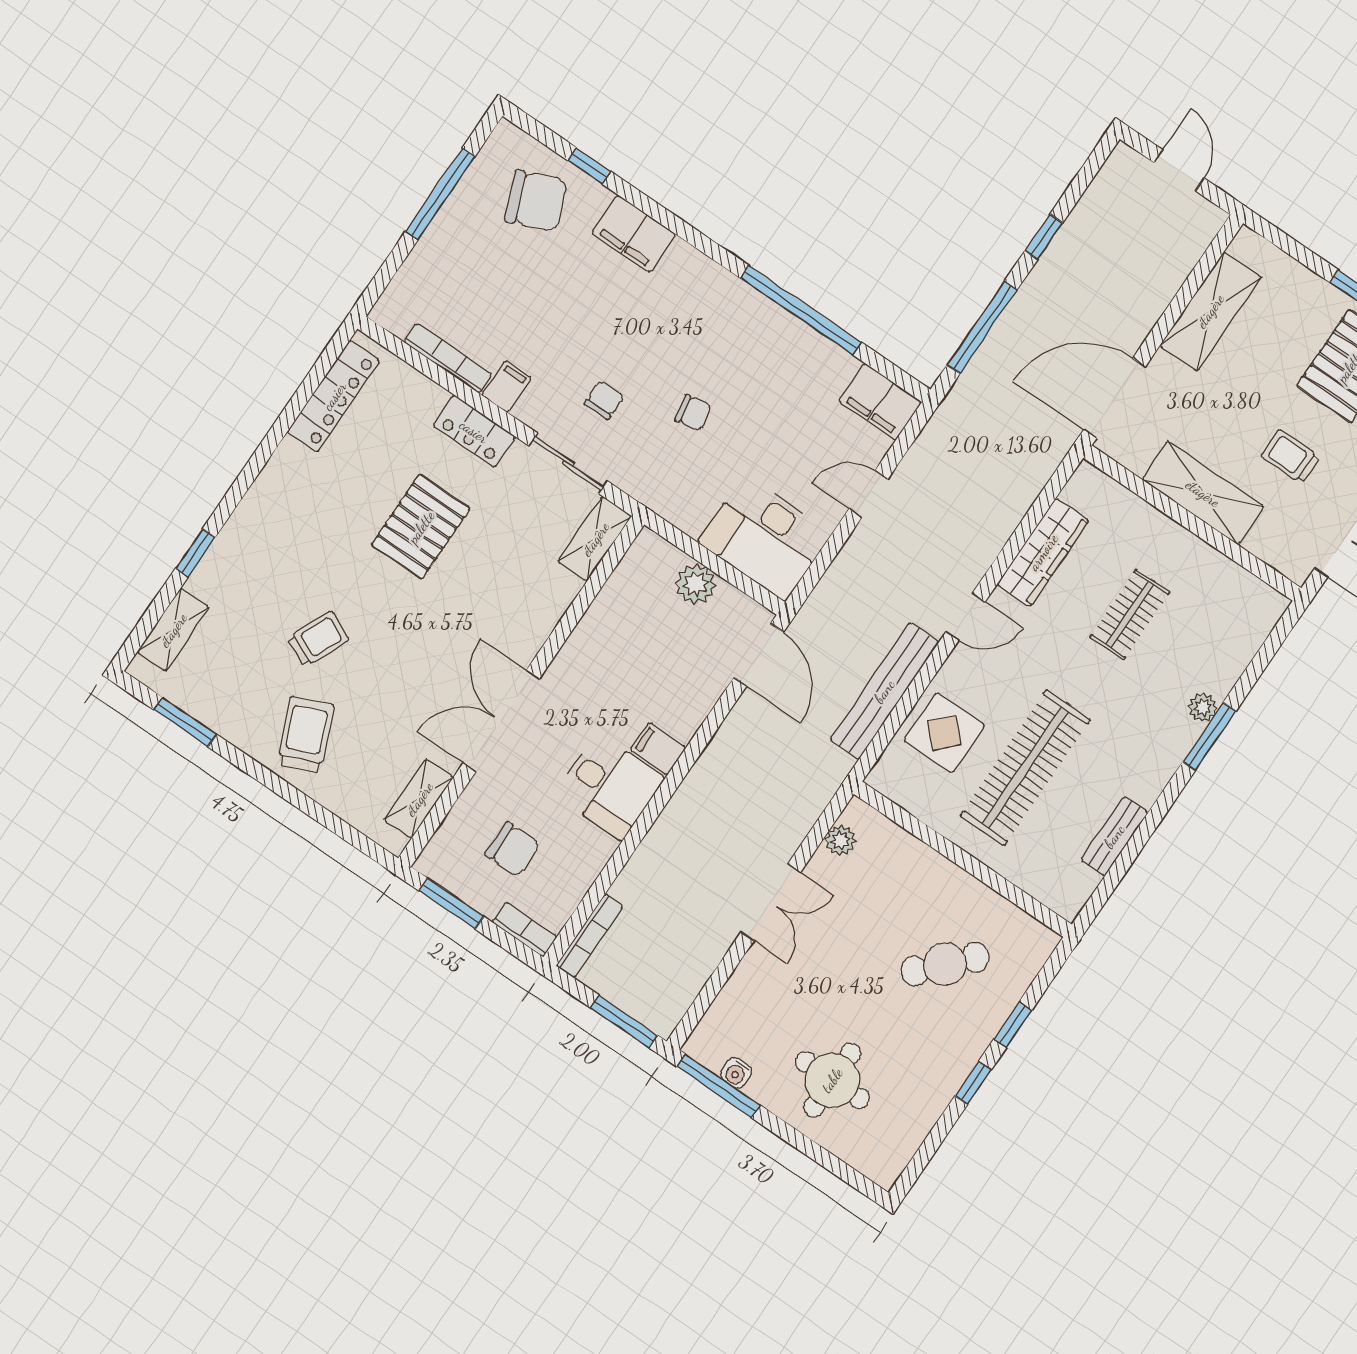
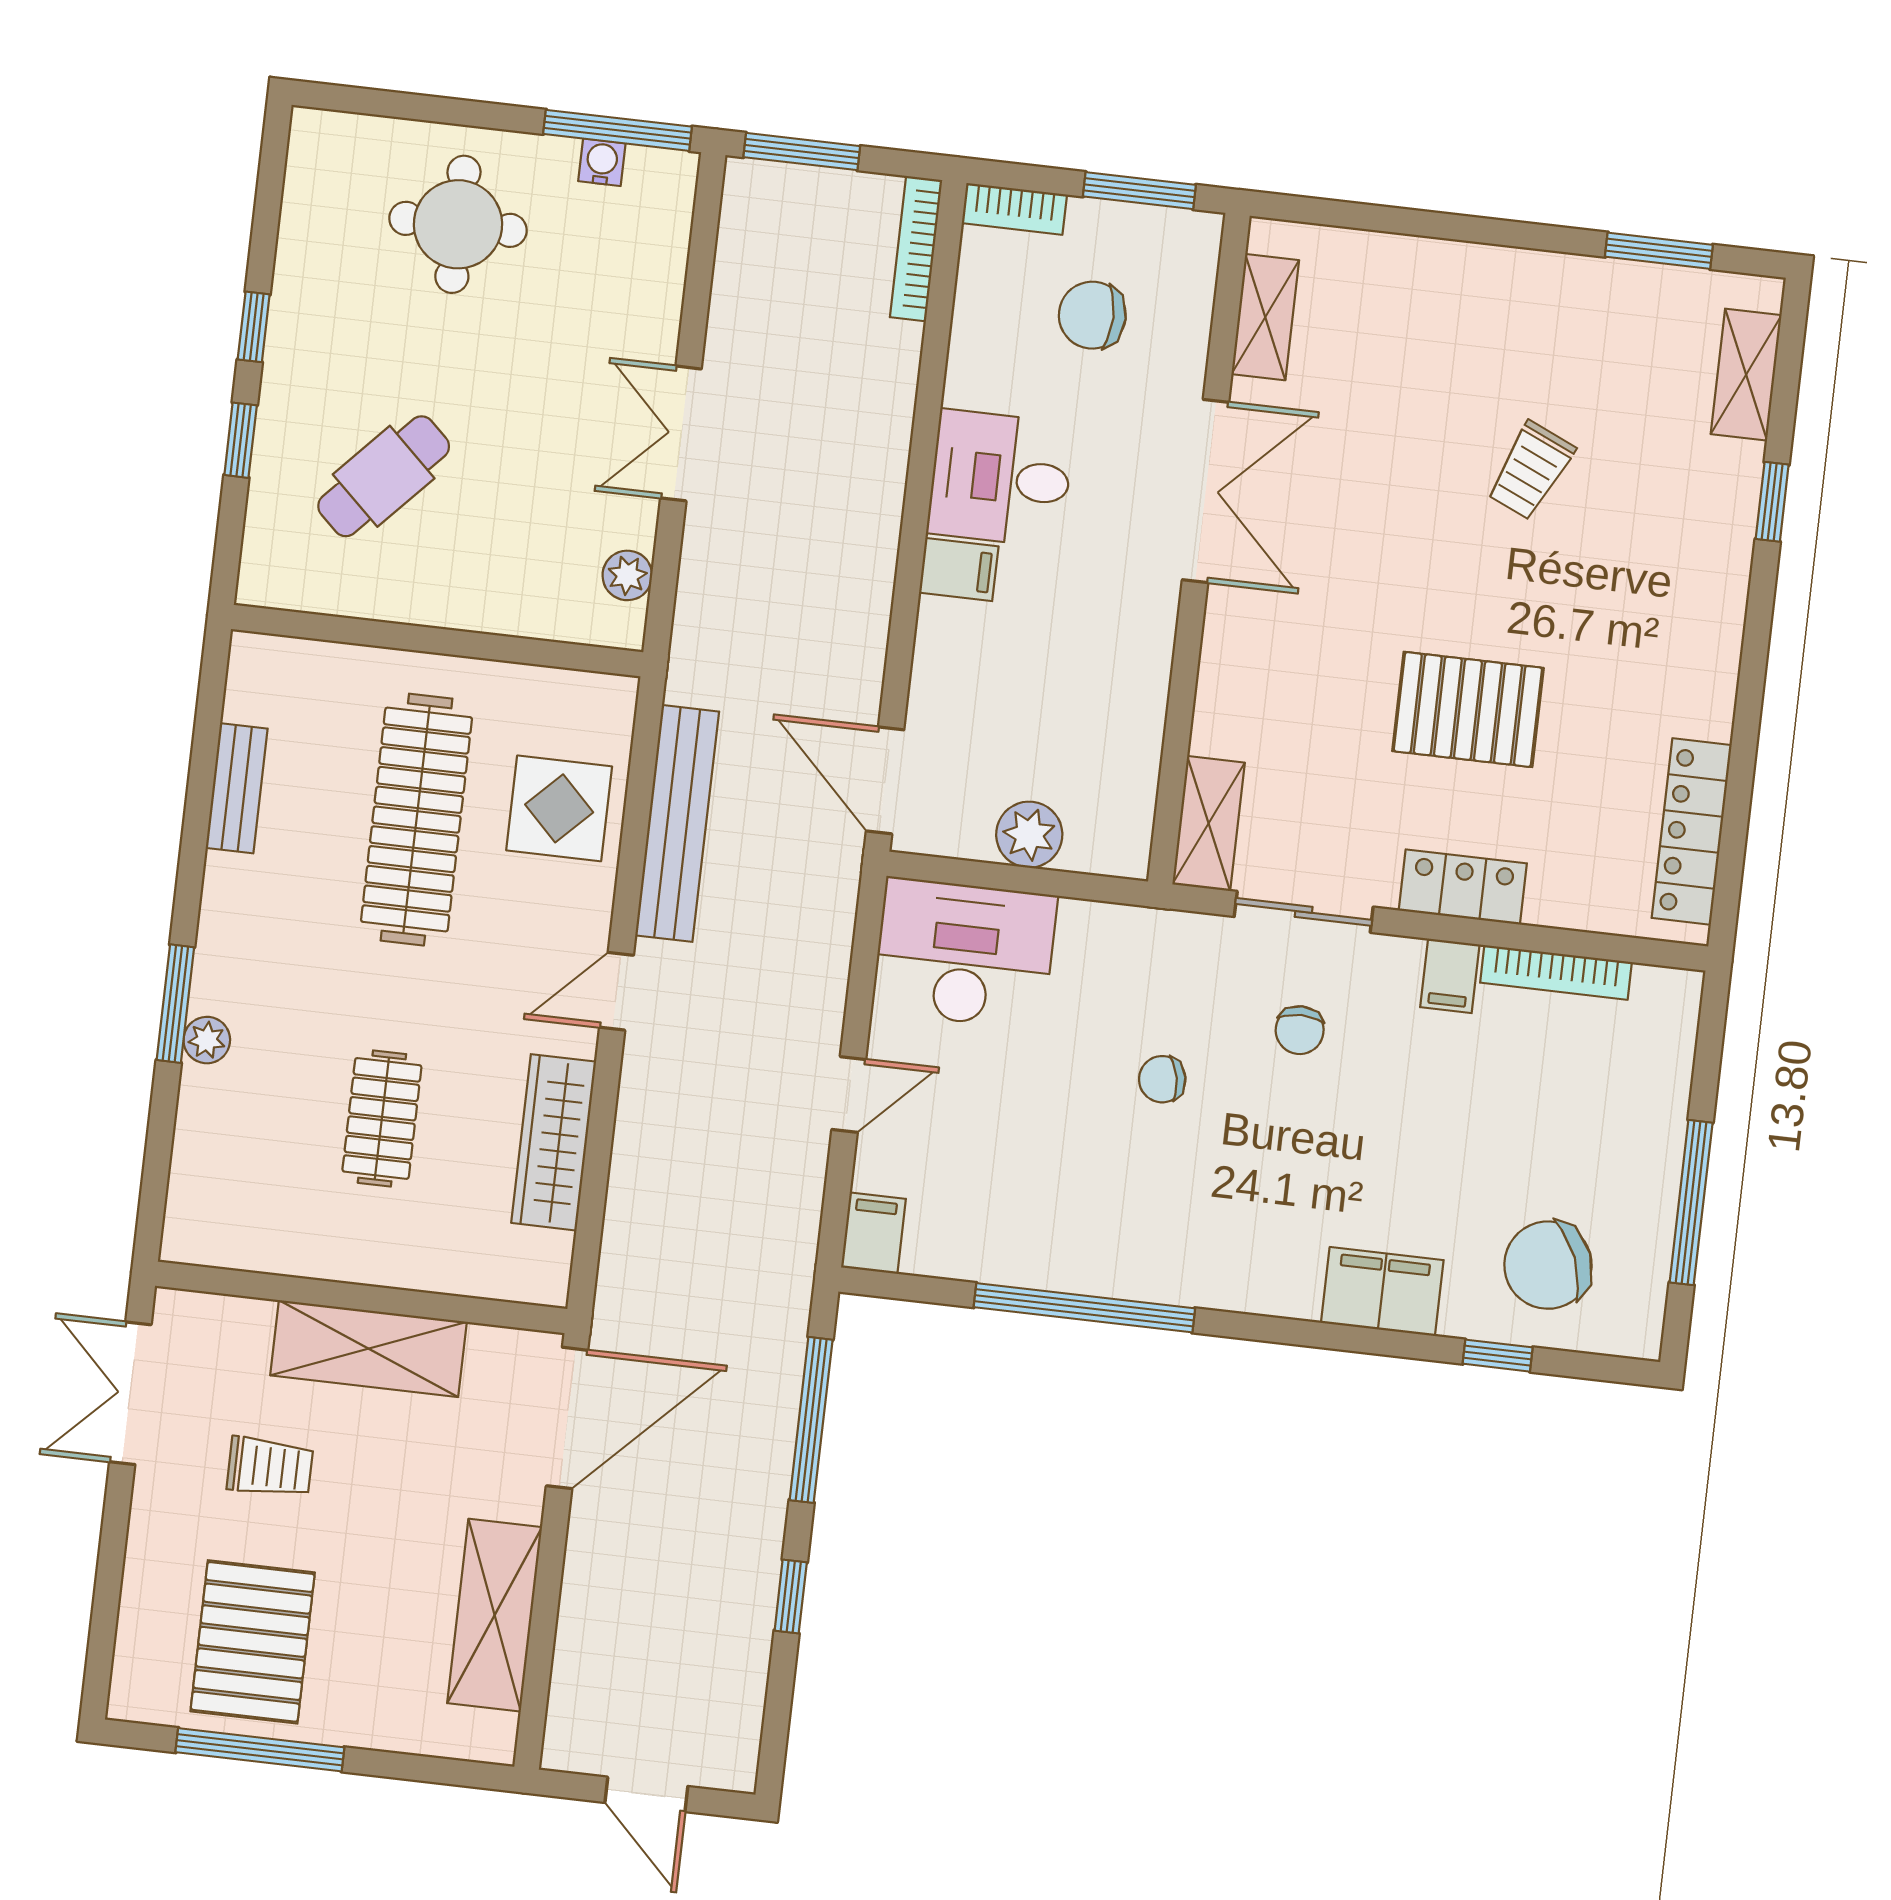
filing cabinet: (880, 402) -> (873, 1233), width x0.50
pallet: (421, 527) -> (1468, 709), turned 90
trolley: (306, 734) -> (1476, 324), removed

